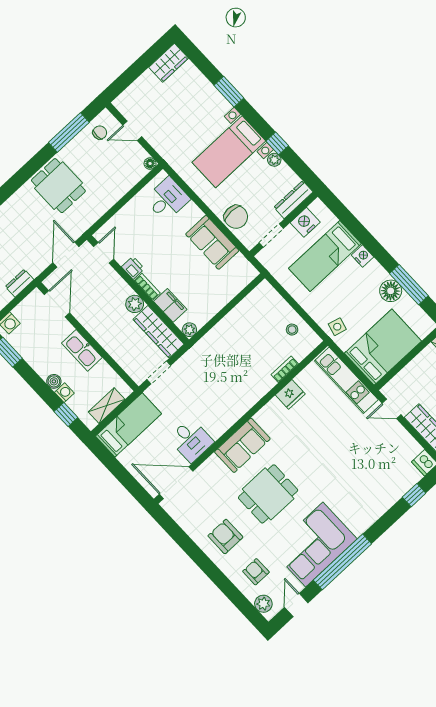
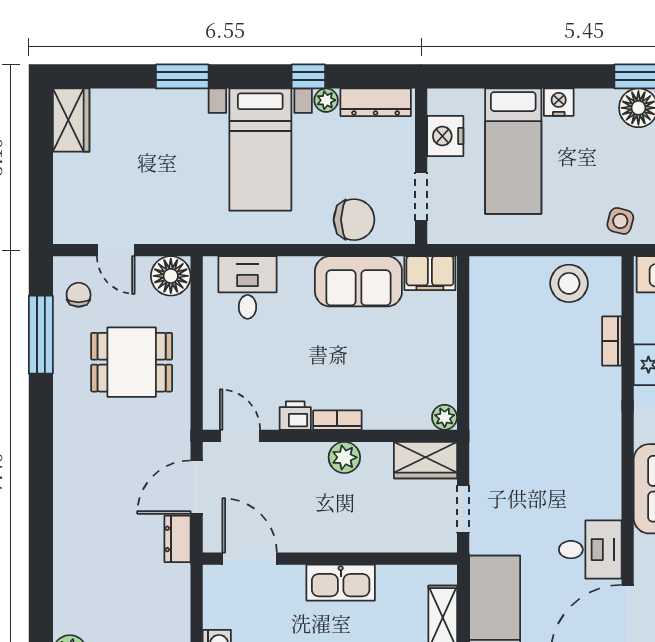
door: (132, 131) -> (116, 250), hinge flipped
floor lamp: (150, 164) -> (171, 276), width x1.89, depth x1.89
dining table: (58, 186) -> (132, 362), moved
dresser: (293, 200) -> (376, 102), moved, turned -90
door: (66, 255) -> (197, 487), hinge flipped
dresser: (20, 283) -> (177, 539), moved
filing cabinet: (170, 305) -> (430, 273), moved, turned 180
stool: (292, 330) -> (569, 283), width x1.89, depth x1.89
wardrobe: (159, 332) -> (426, 460), width x0.67

